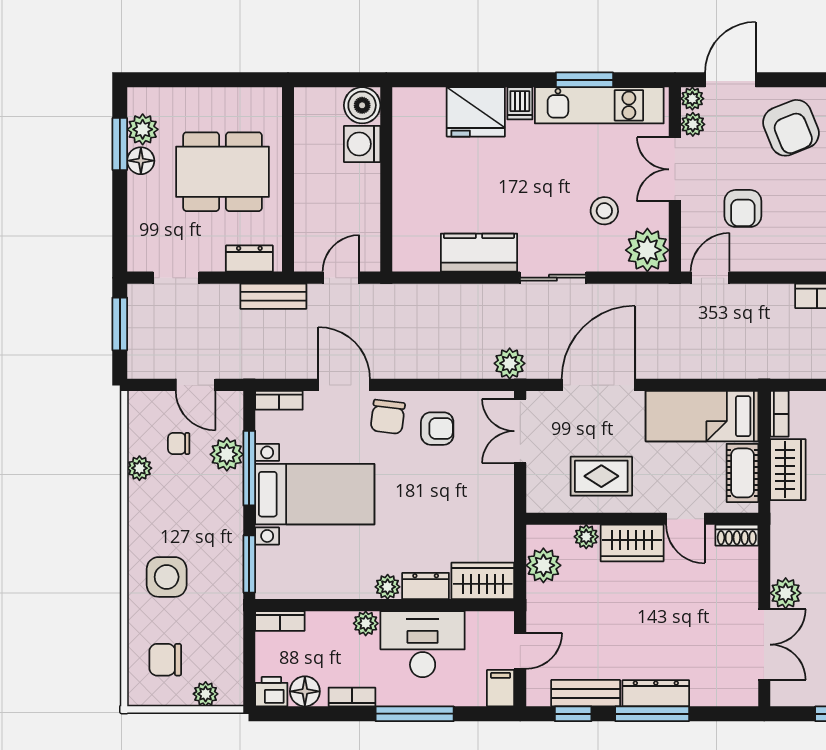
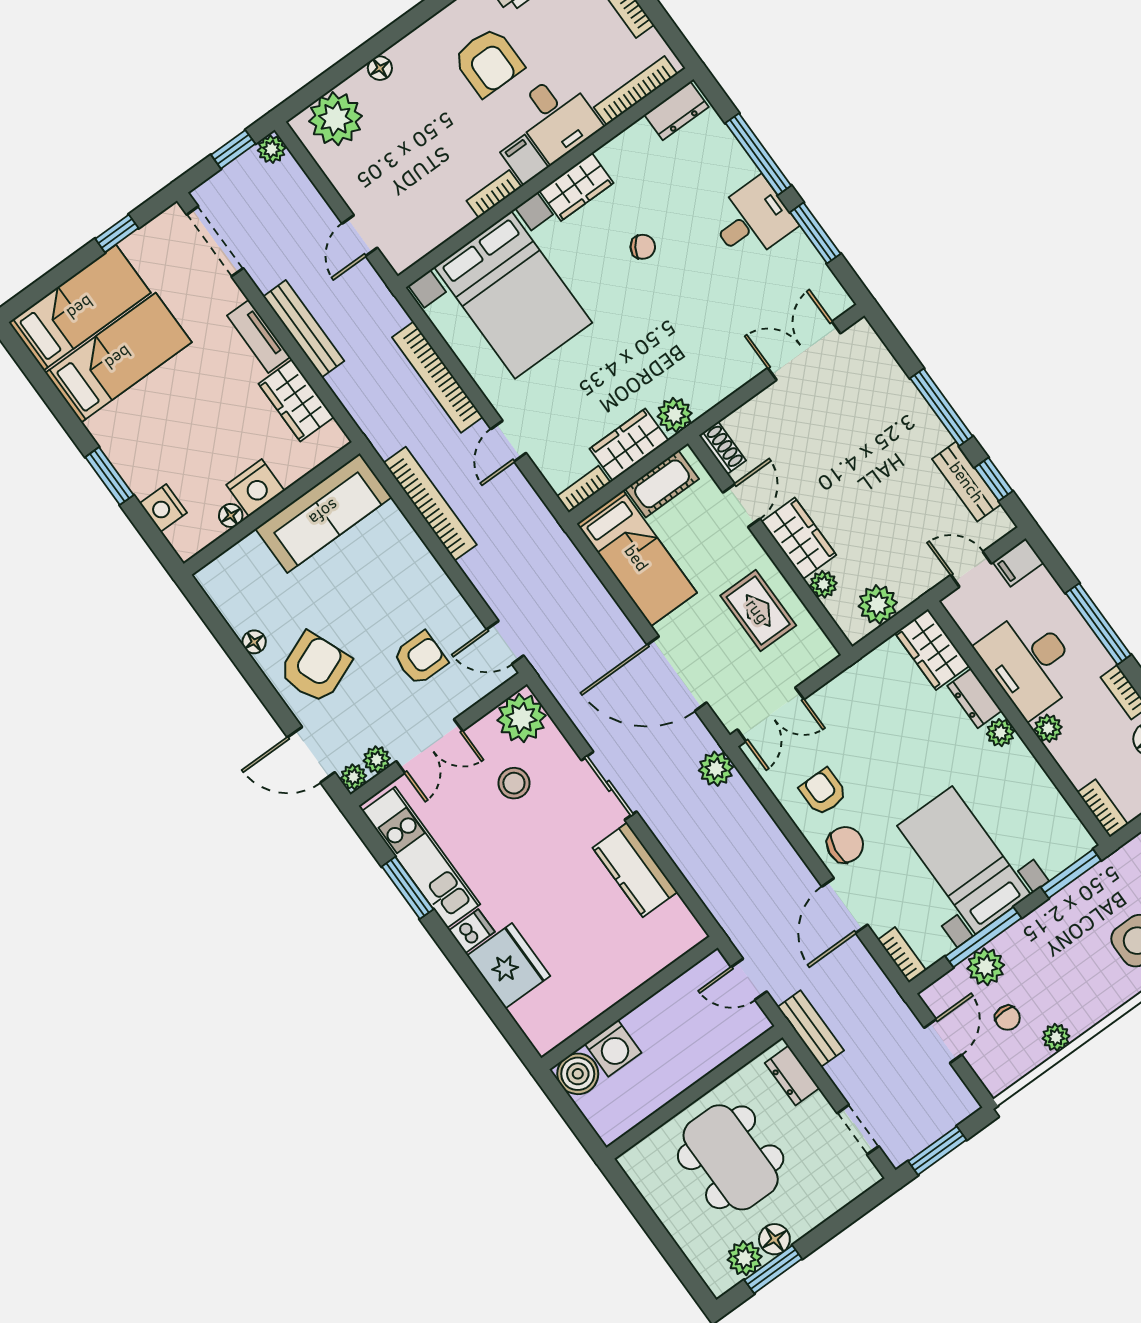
plant: (786, 593) -> (675, 415), moved
dresser: (656, 693) -> (920, 417), removed

